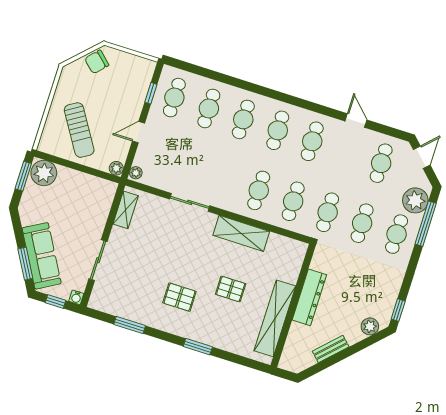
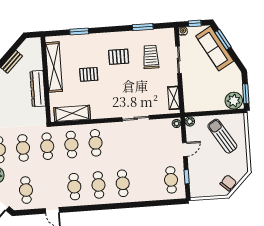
cafe table: (209, 108) -> (147, 182), removed
shelving: (241, 233) -> (72, 113), moved
trolley: (135, 279) -> (151, 57), added
window: (198, 347) -> (79, 31), moved

